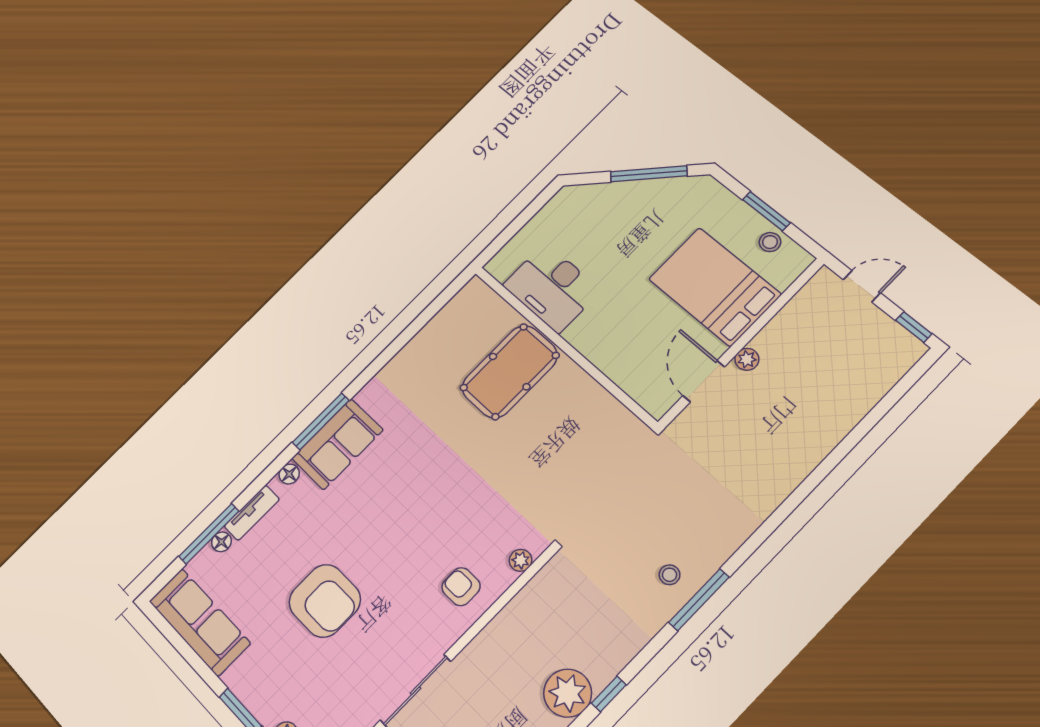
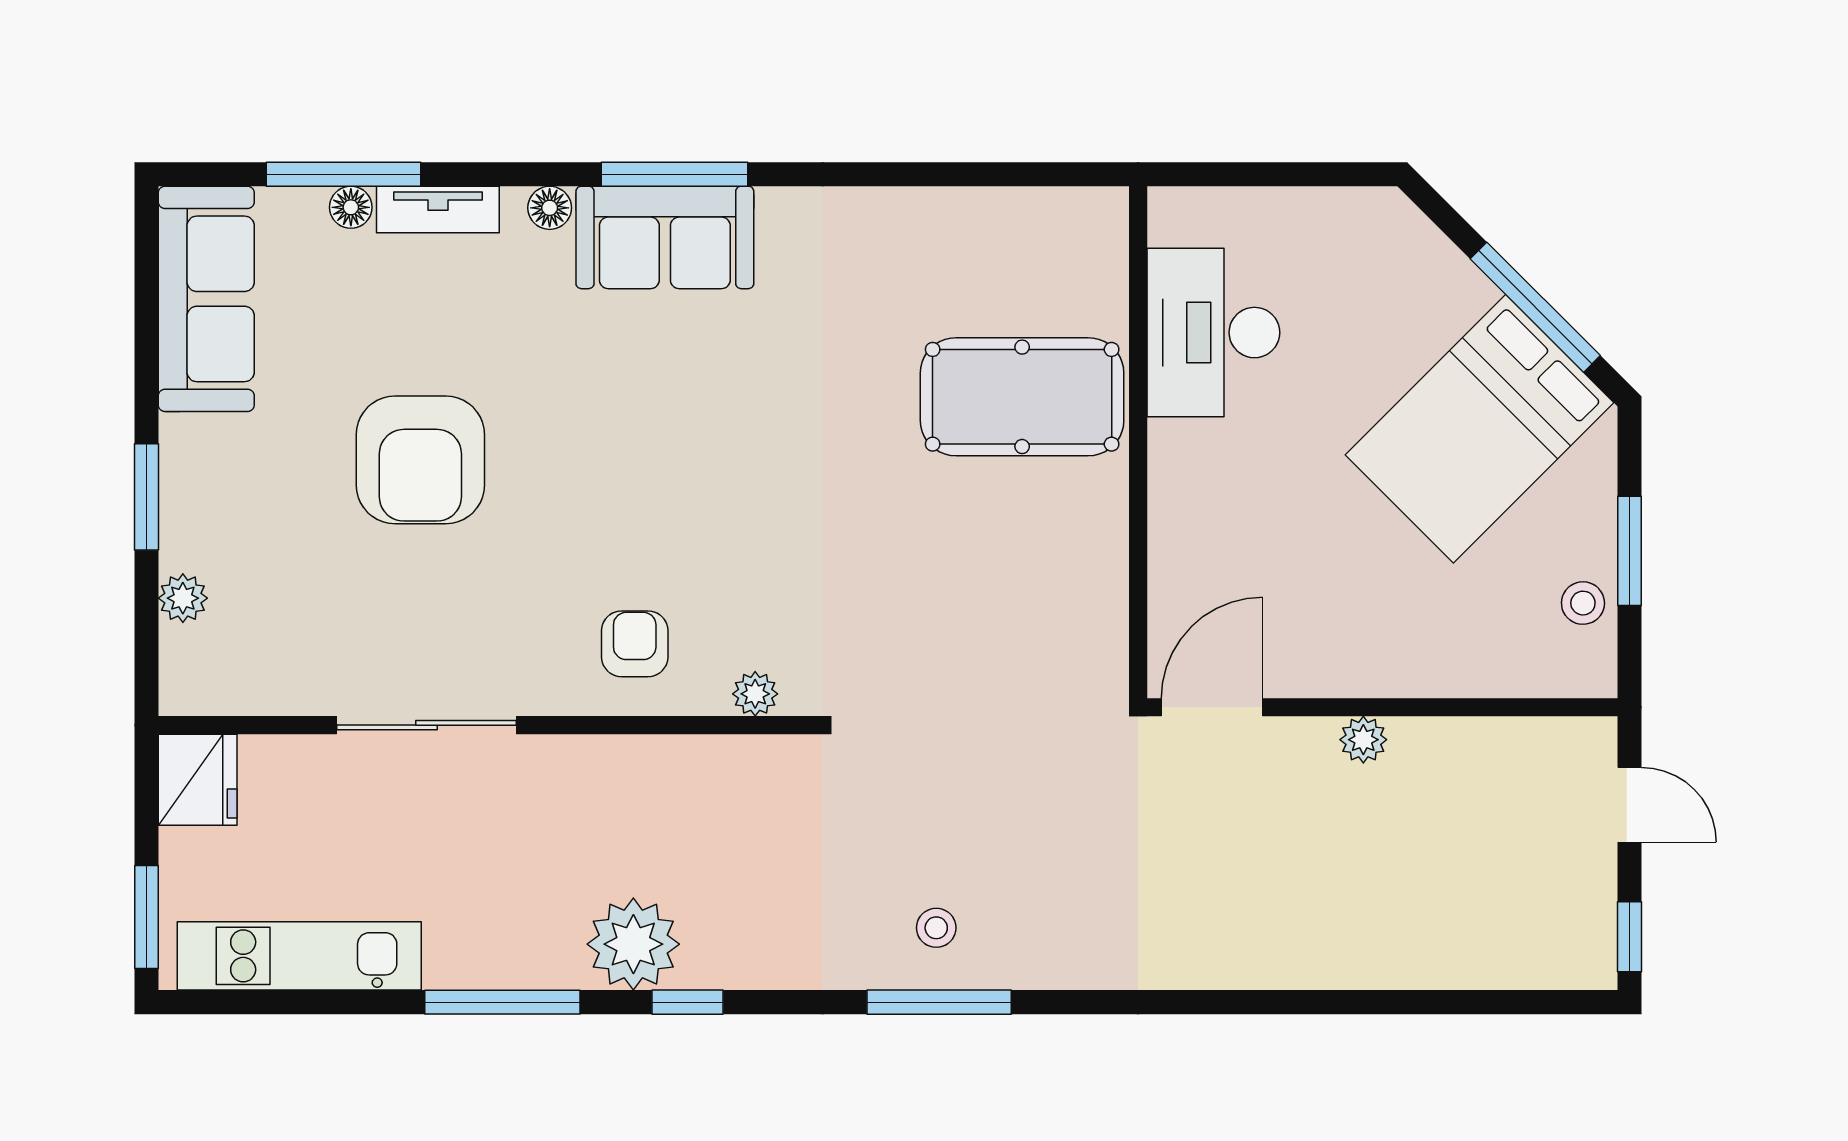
bed: (715, 287) -> (1480, 429), moved, turned -135
door: (704, 381) -> (1212, 707), moved

